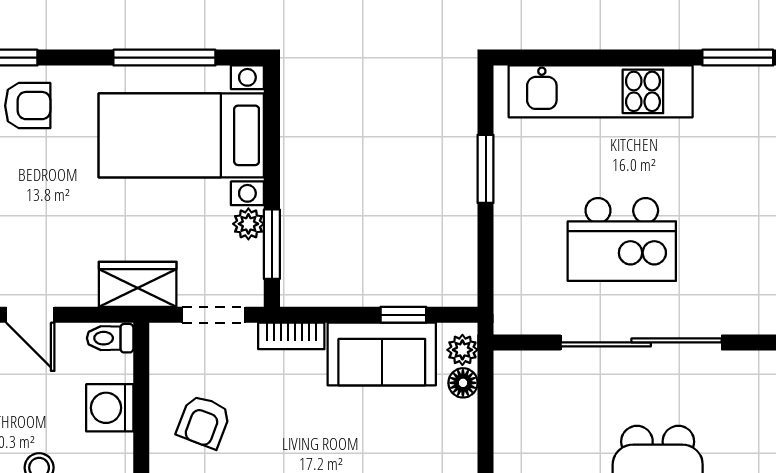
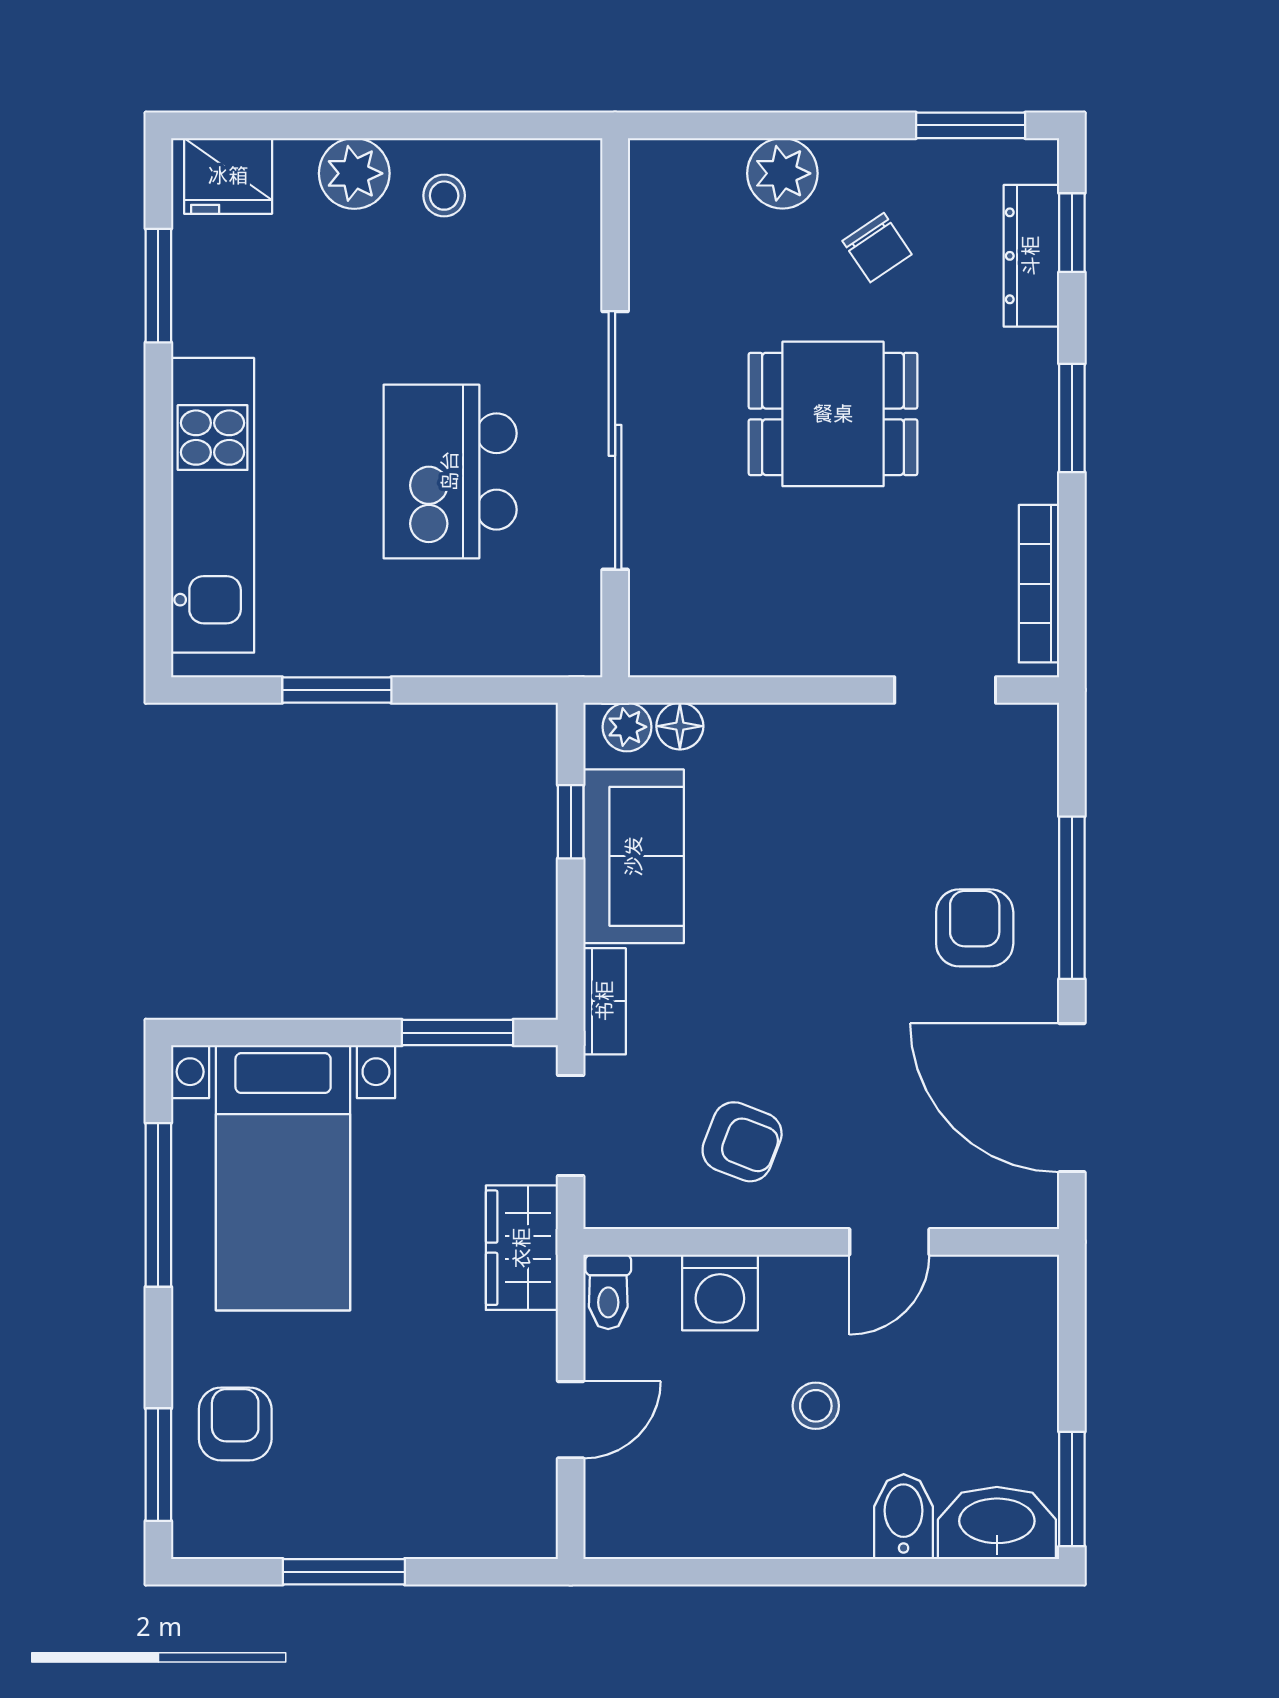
plant: (248, 224) -> (425, 1070), removed
kitchen island: (622, 240) -> (450, 471), turned 180

